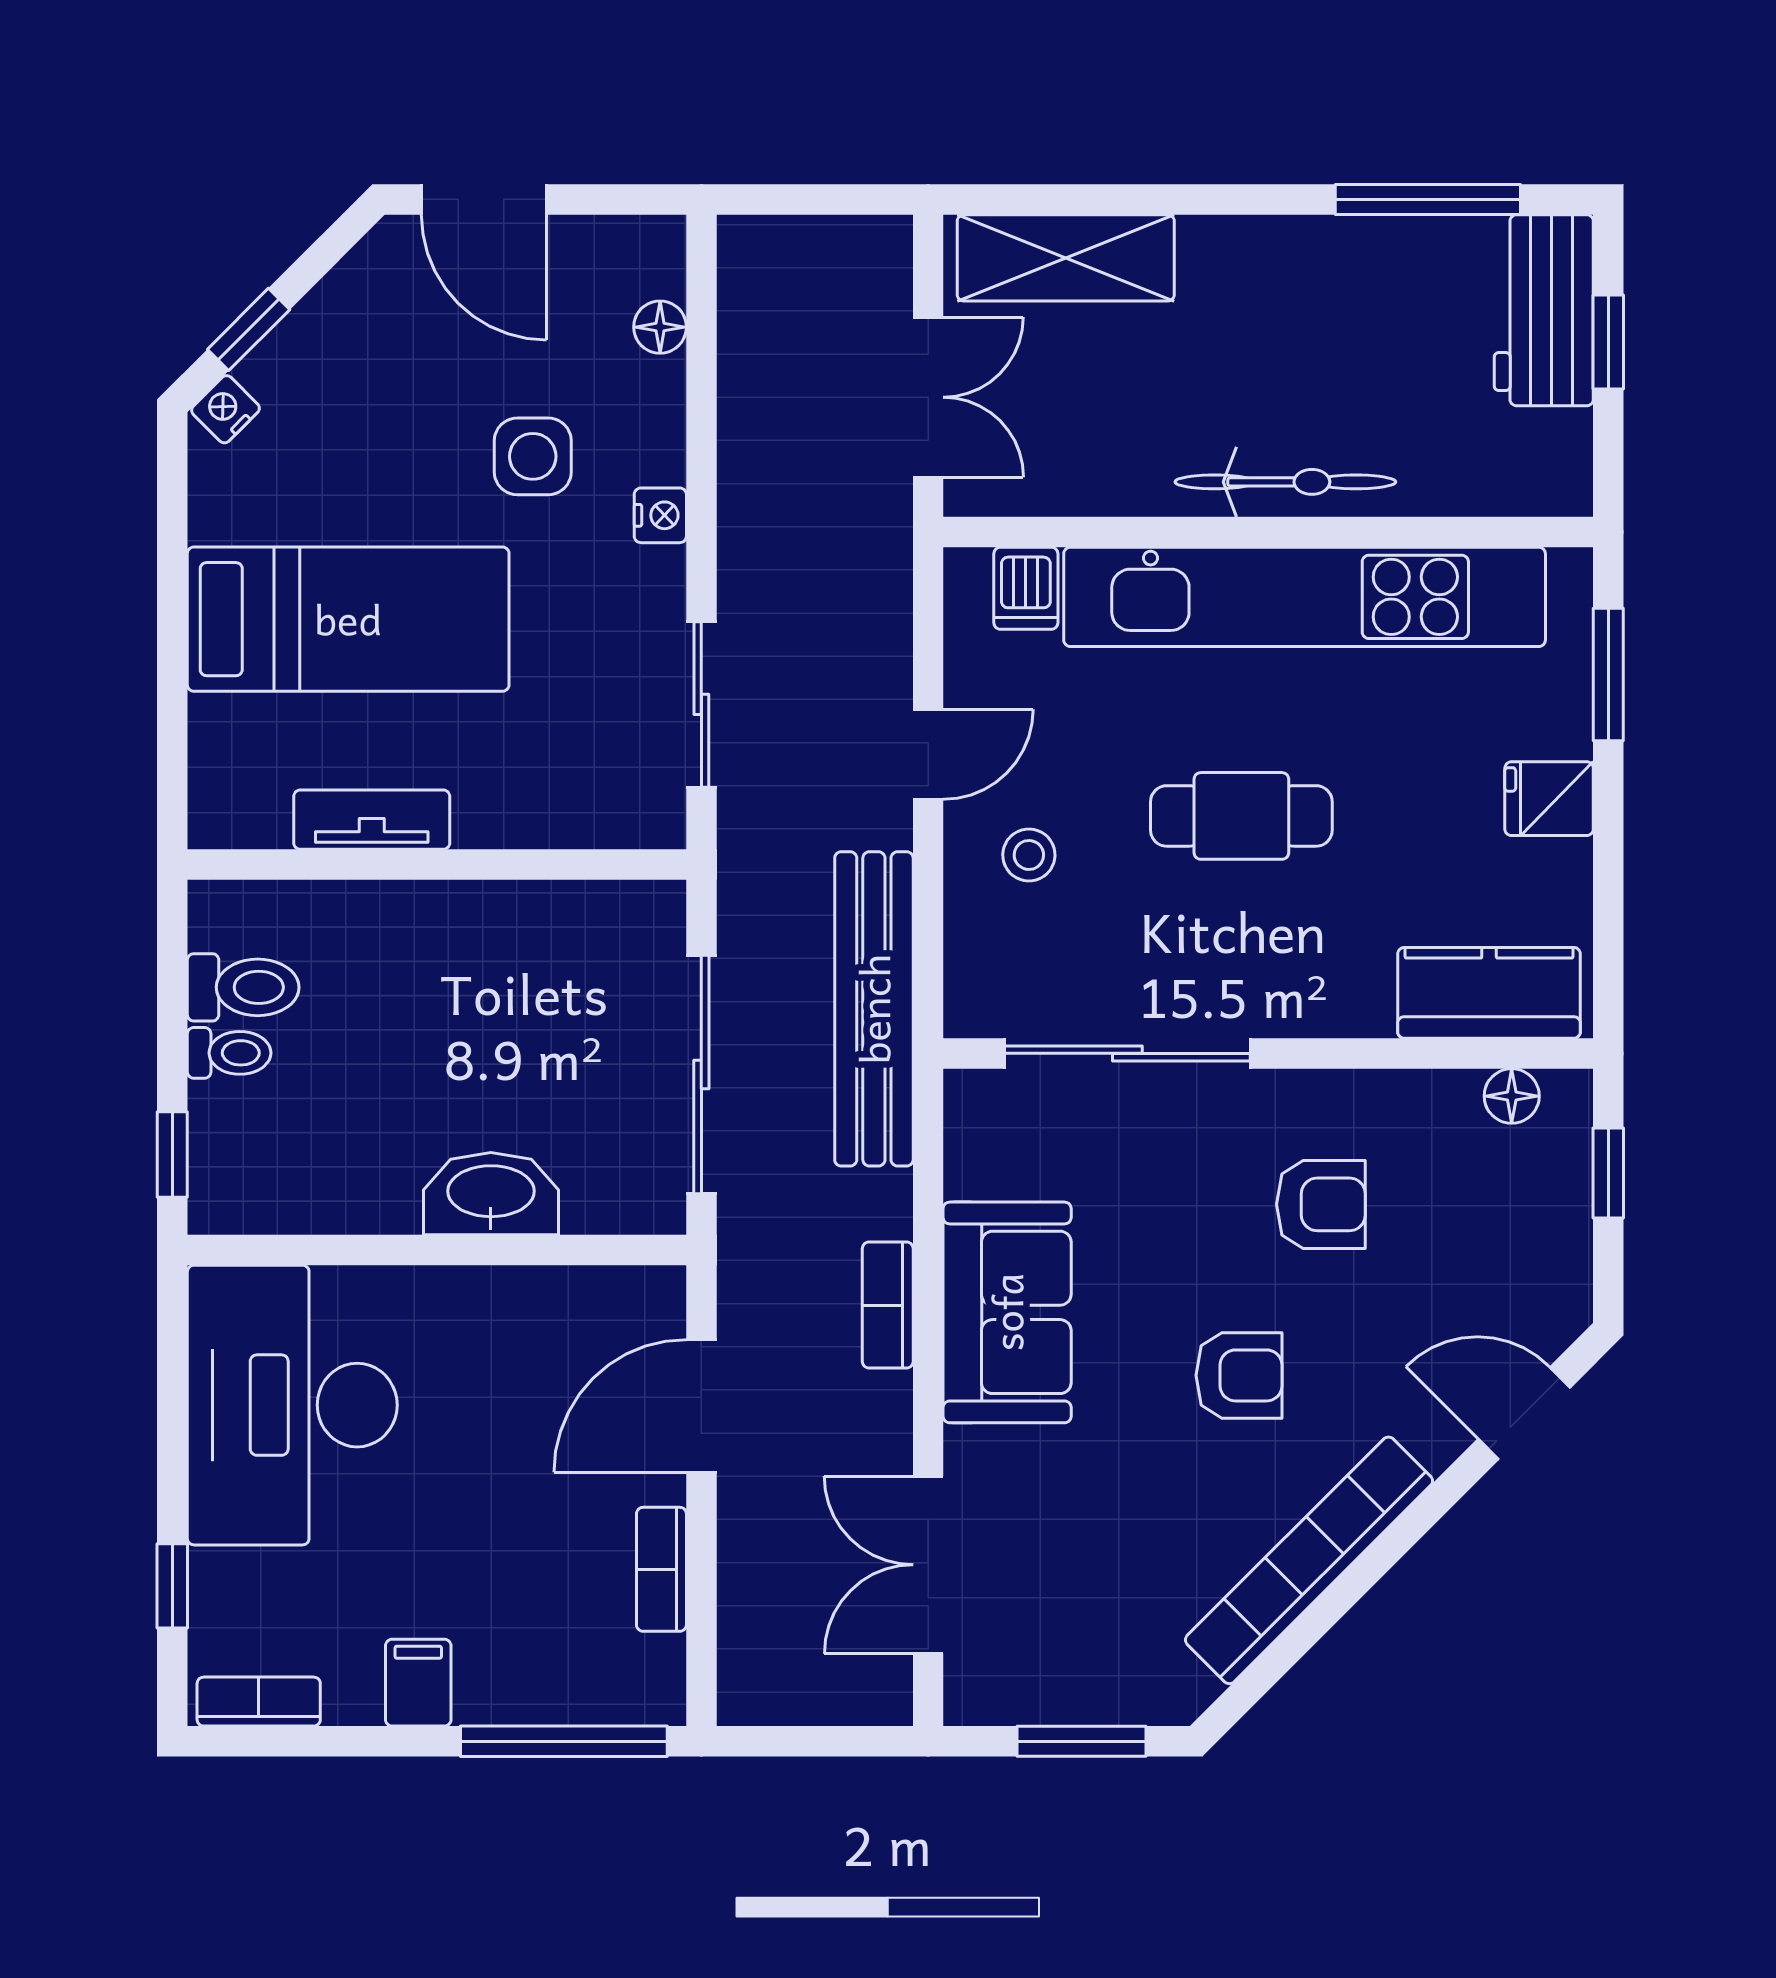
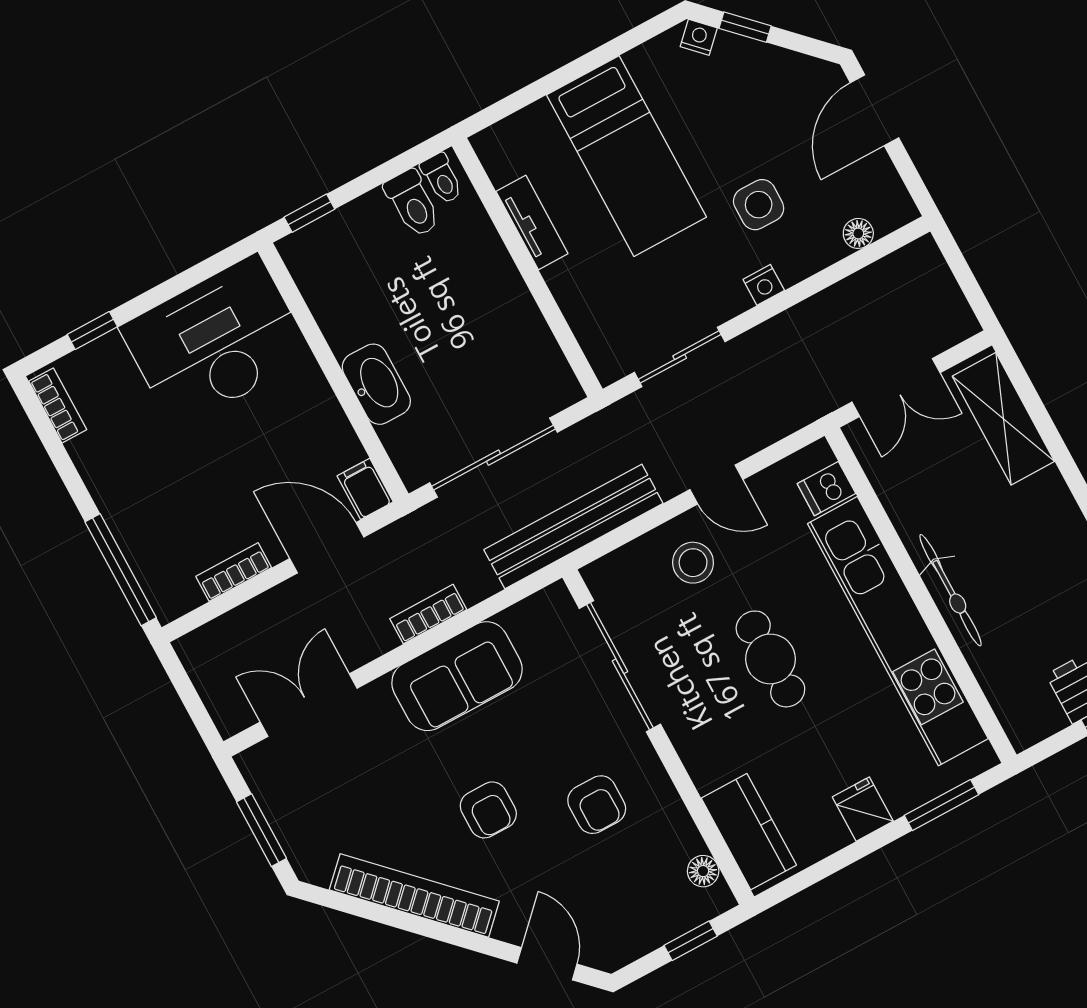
stool: (1029, 855) -> (693, 563), width x1.37, depth x1.37
toilet: (229, 1053) -> (442, 179), moved
filing cabinet: (418, 1683) -> (365, 489), moved, turned -90

